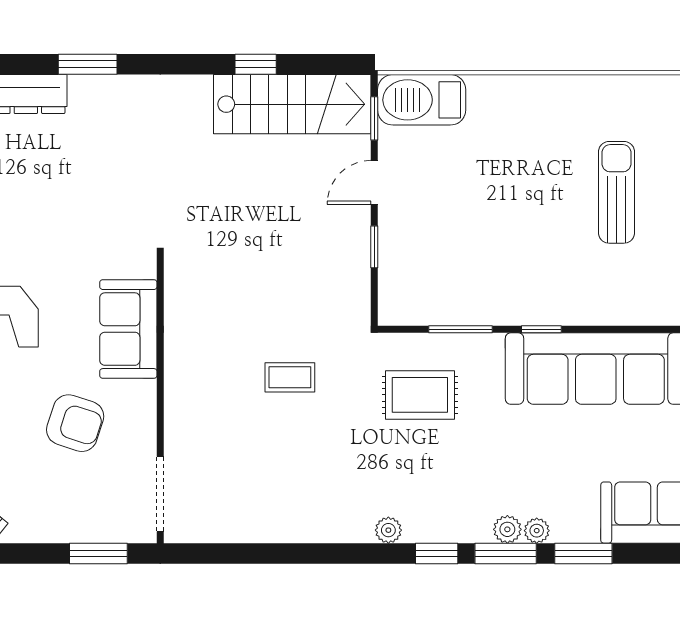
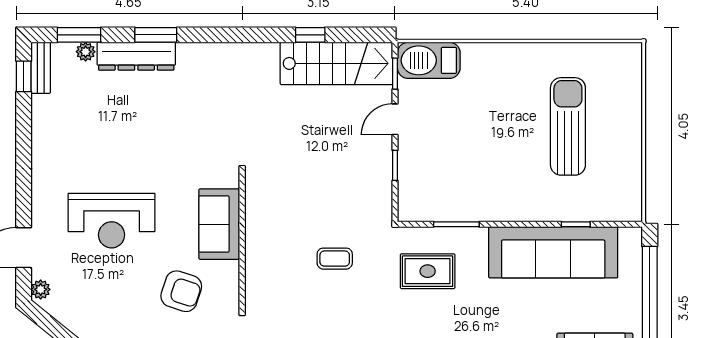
window: (88, 64) -> (156, 35), moved
sun lounger: (616, 192) -> (568, 126), width x1.36, depth x1.34
window: (541, 329) -> (576, 224), moved

